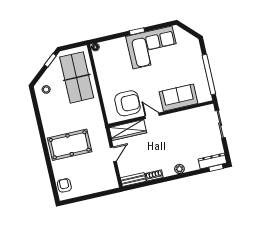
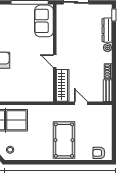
sofa: (178, 98) -> (44, 21), moved
armchair: (128, 103) -> (39, 80), removed
door: (152, 116) -> (55, 61), hinge flipped
dresser: (212, 161) -> (107, 30), moved

